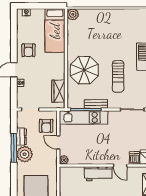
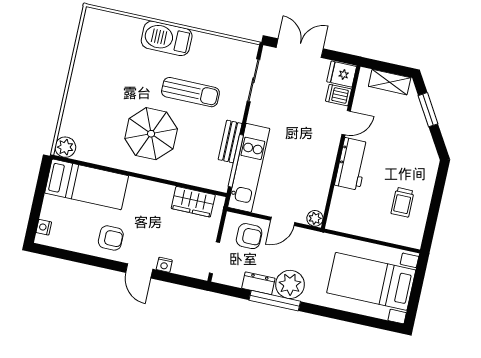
parasol: (84, 70) -> (151, 134), moved

